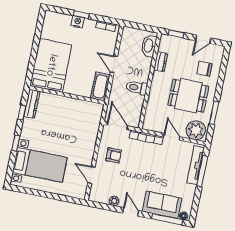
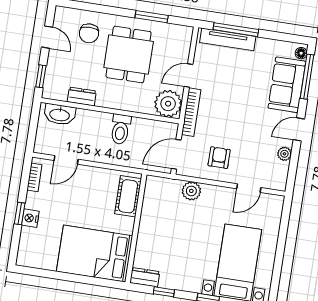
door: (114, 64) -> (66, 160), moved
cot: (100, 86) -> (128, 196), moved, turned 90
dresser: (32, 104) -> (145, 277), width x0.70
plant: (196, 130) -> (168, 104), moved
plant: (91, 135) -> (191, 191), added

